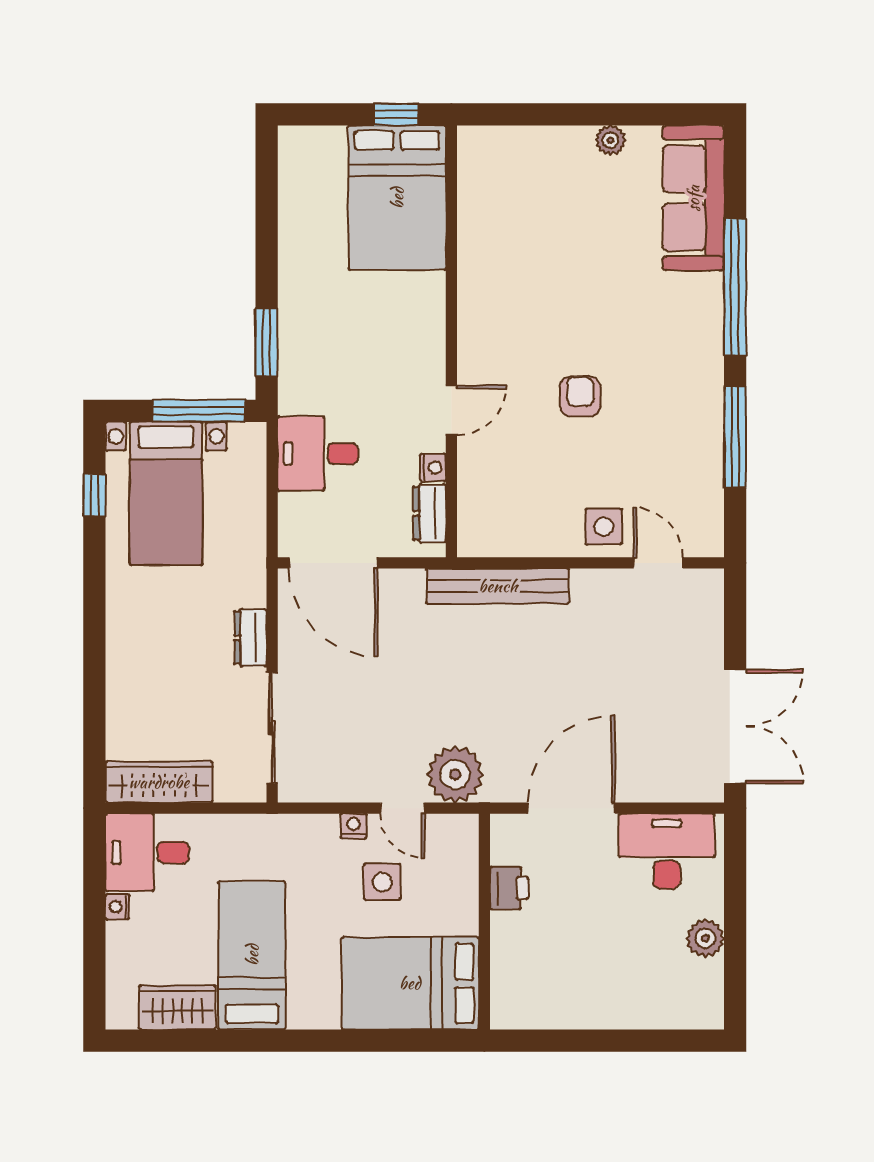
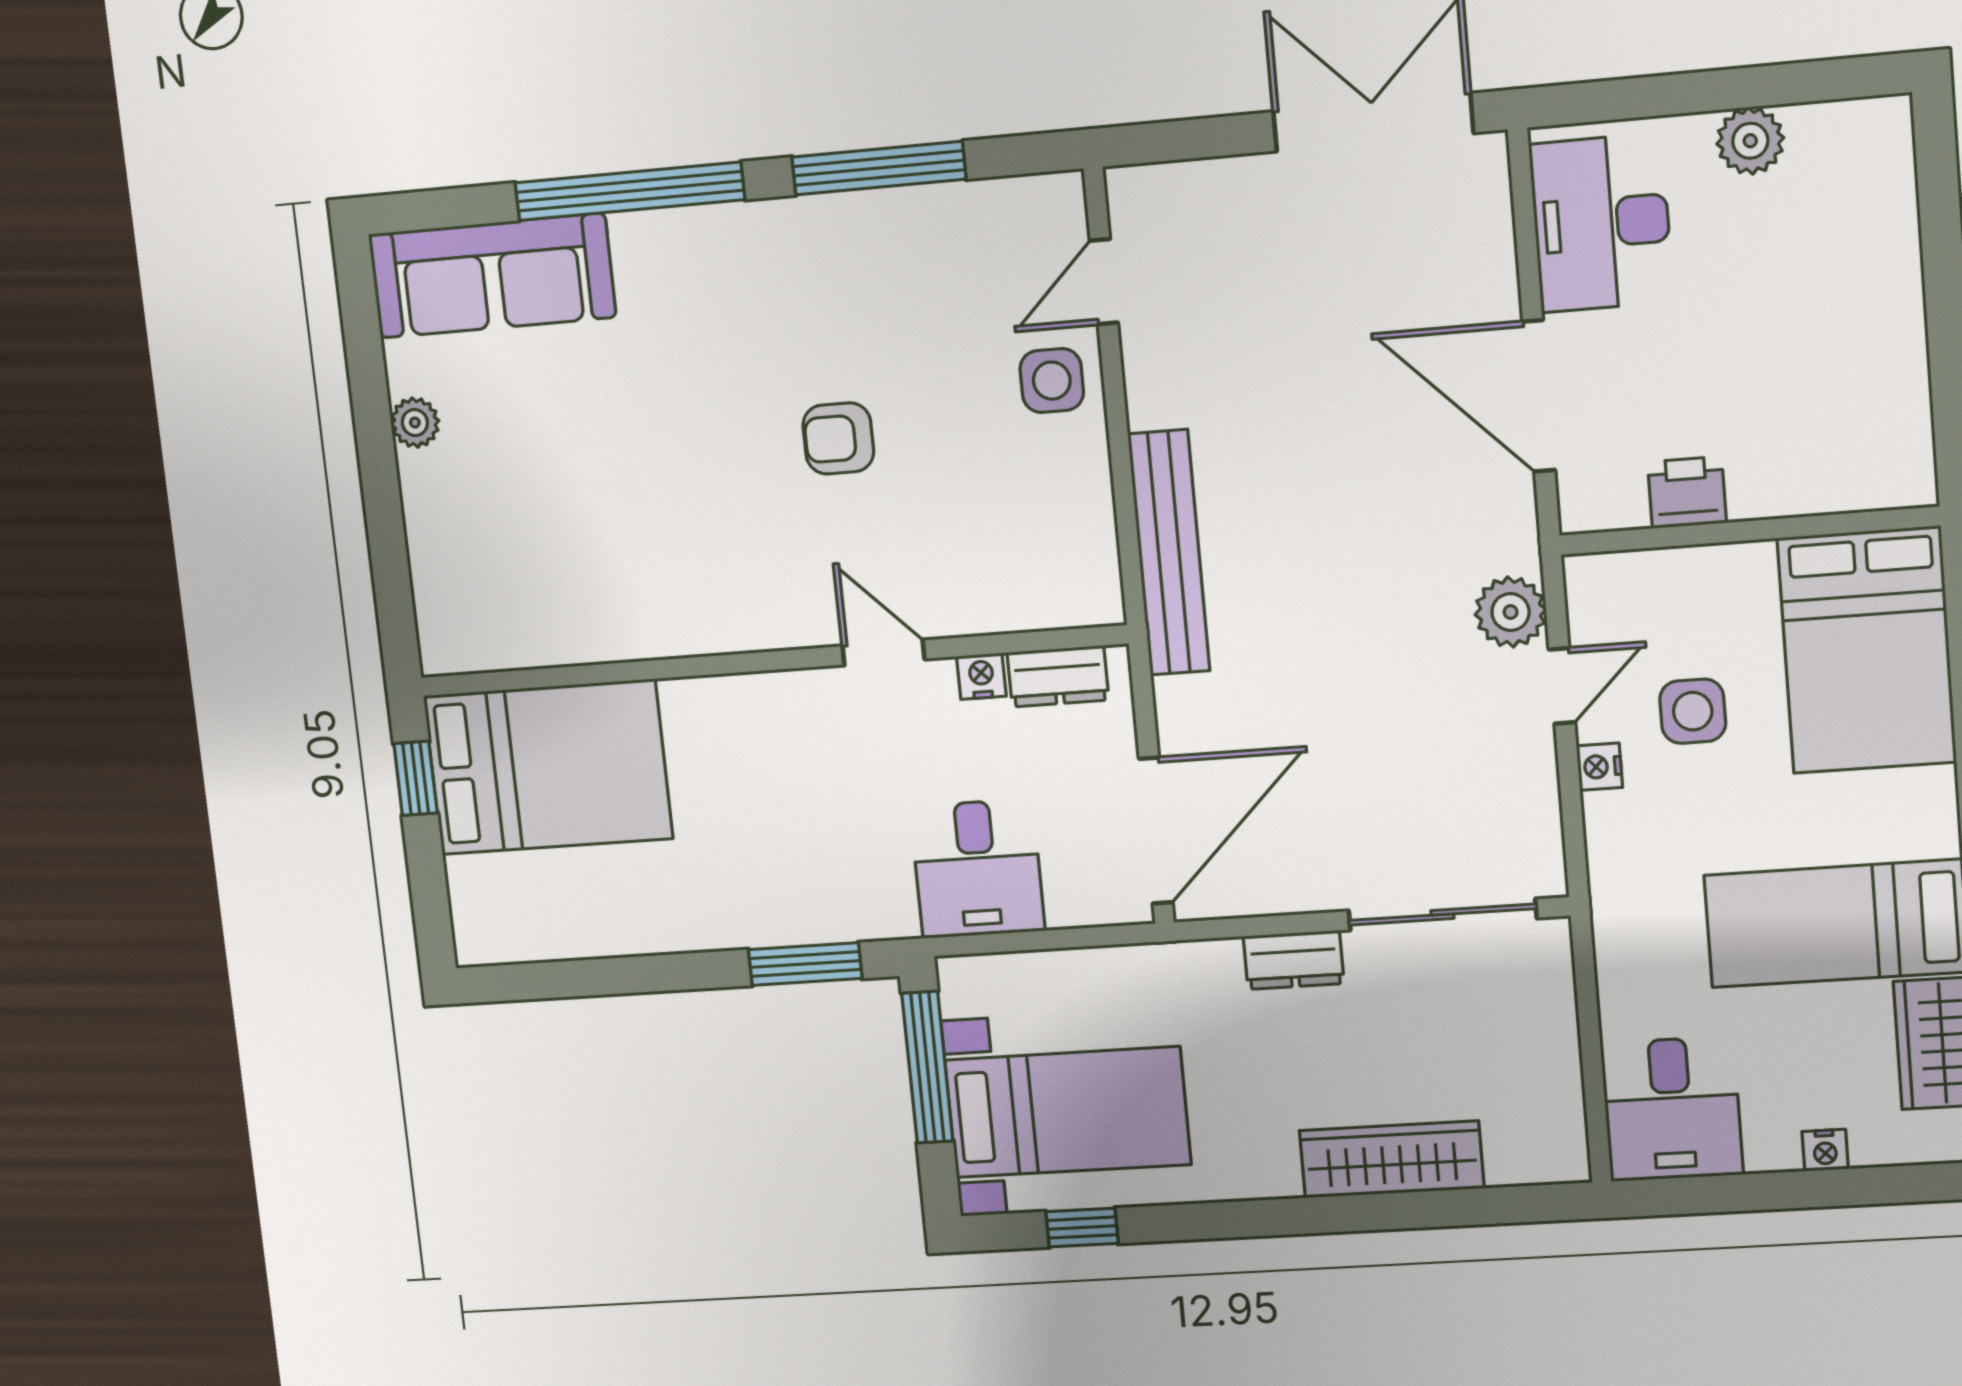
plant: (455, 774) -> (1511, 612), width x0.73, depth x0.73
wardrobe: (159, 782) -> (1392, 1159), moved, turned 90
nightstand: (117, 907) -> (1825, 1150), moved

